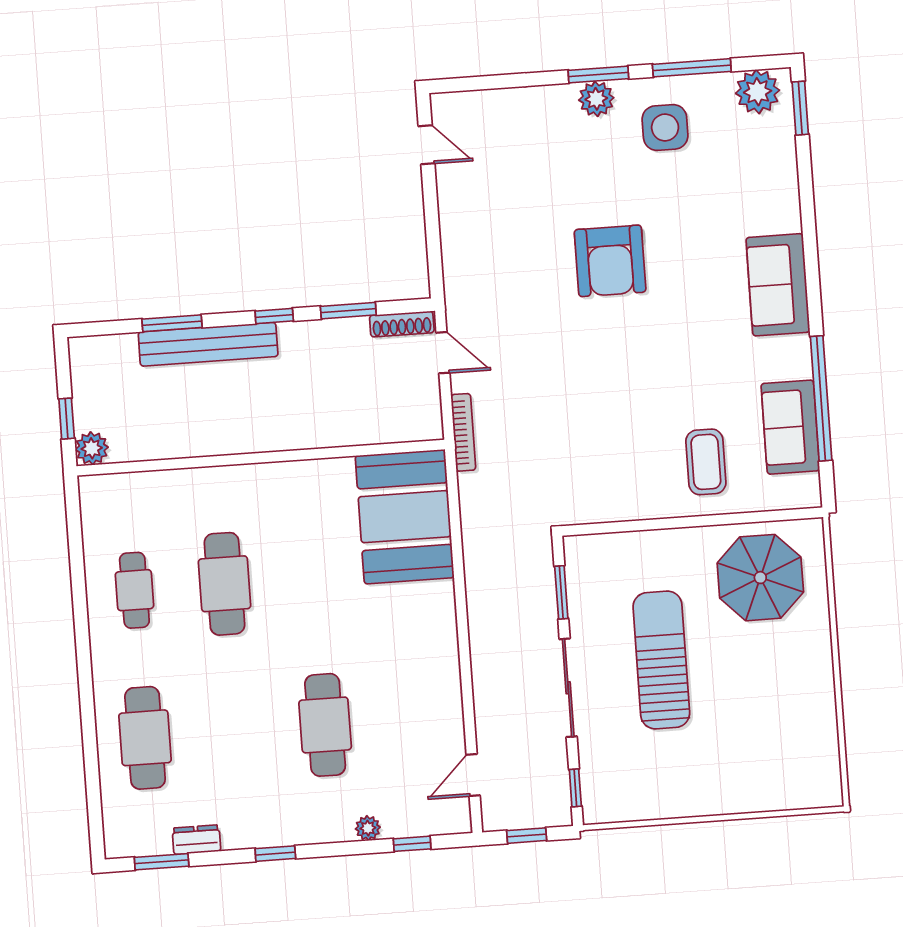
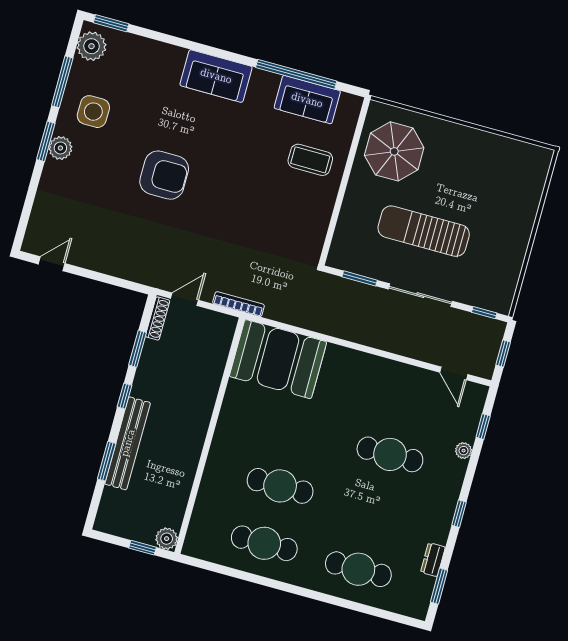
cafe table: (134, 590) -> (264, 543), width x1.37, depth x1.35

